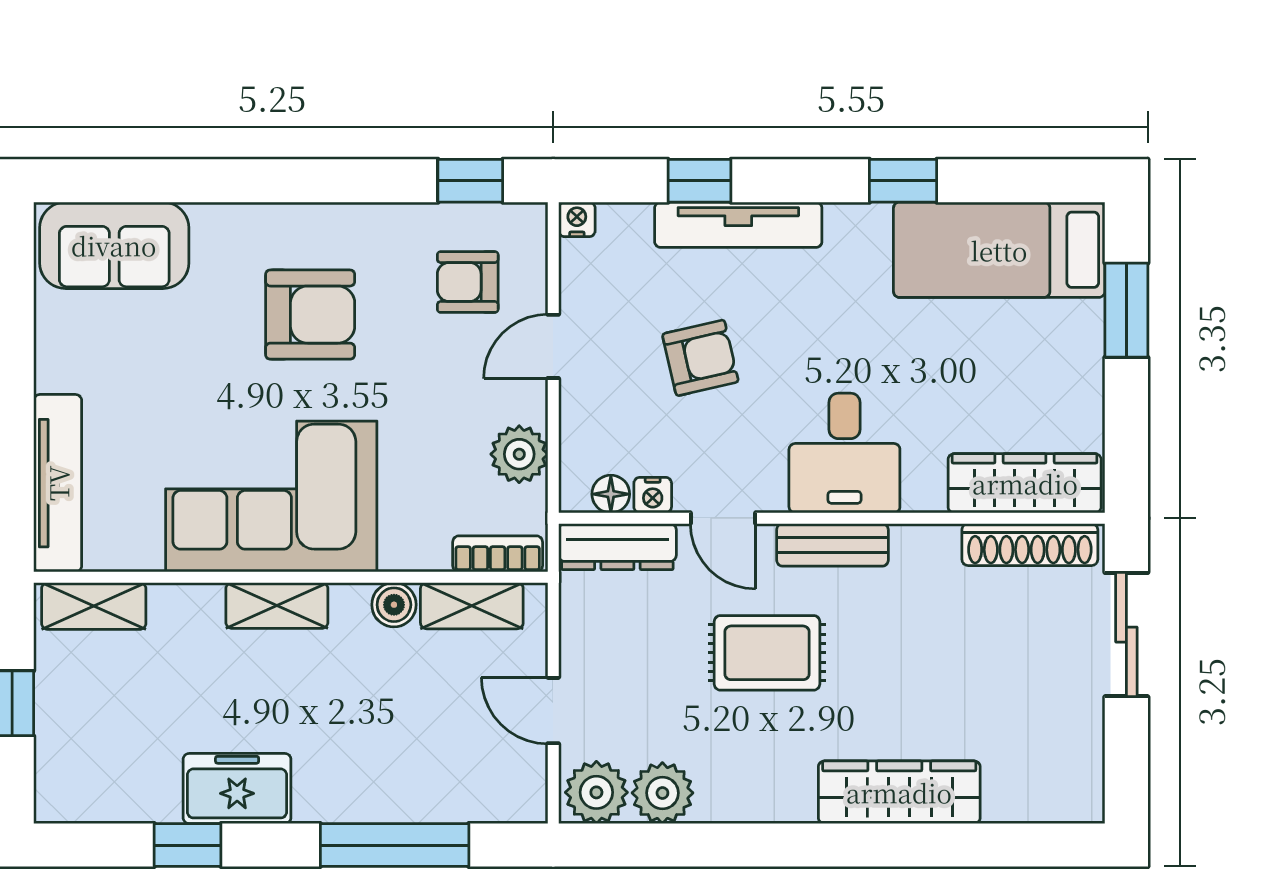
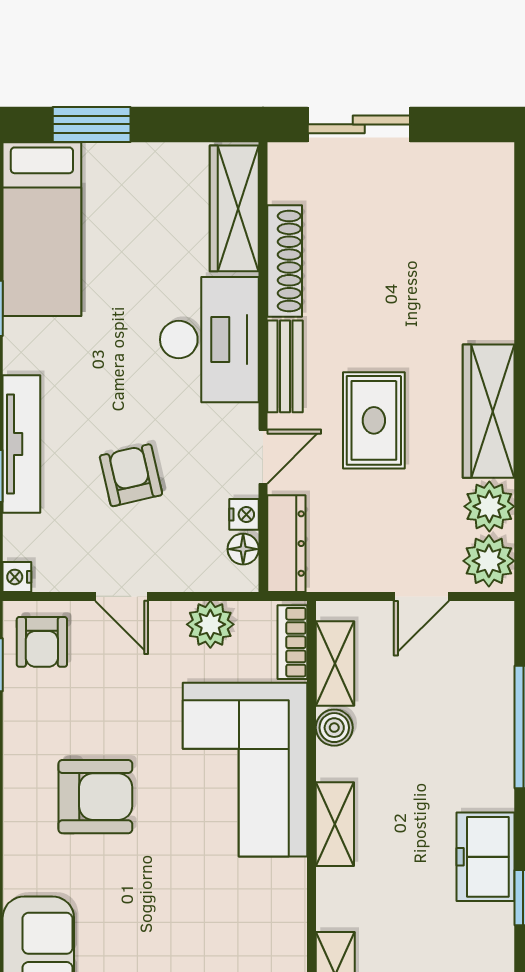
armchair: (468, 282) -> (42, 642), moved
armchair: (310, 315) -> (95, 797), turned 90
desk: (844, 453) -> (209, 340), width x1.37
corner sofa: (271, 496) -> (245, 770), moved
shoe rack: (1030, 545) -> (285, 261), moved
wardrobe: (899, 792) -> (489, 411), moved

